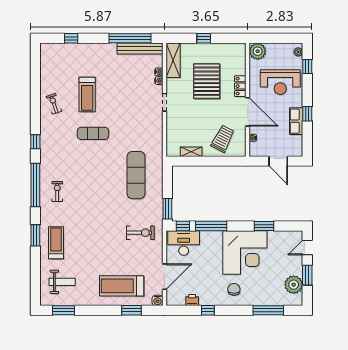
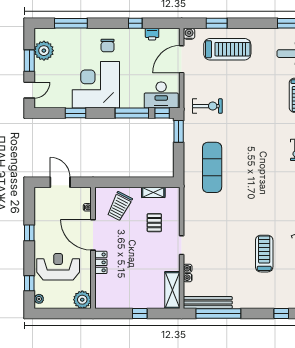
pallet: (207, 81) -> (154, 223), moved, width x0.49, depth x0.50
row of seats: (296, 121) -> (41, 225), removed
exercise mat: (93, 133) -> (258, 212), removed
exercise bike: (140, 233) -> (207, 106), turned 180

